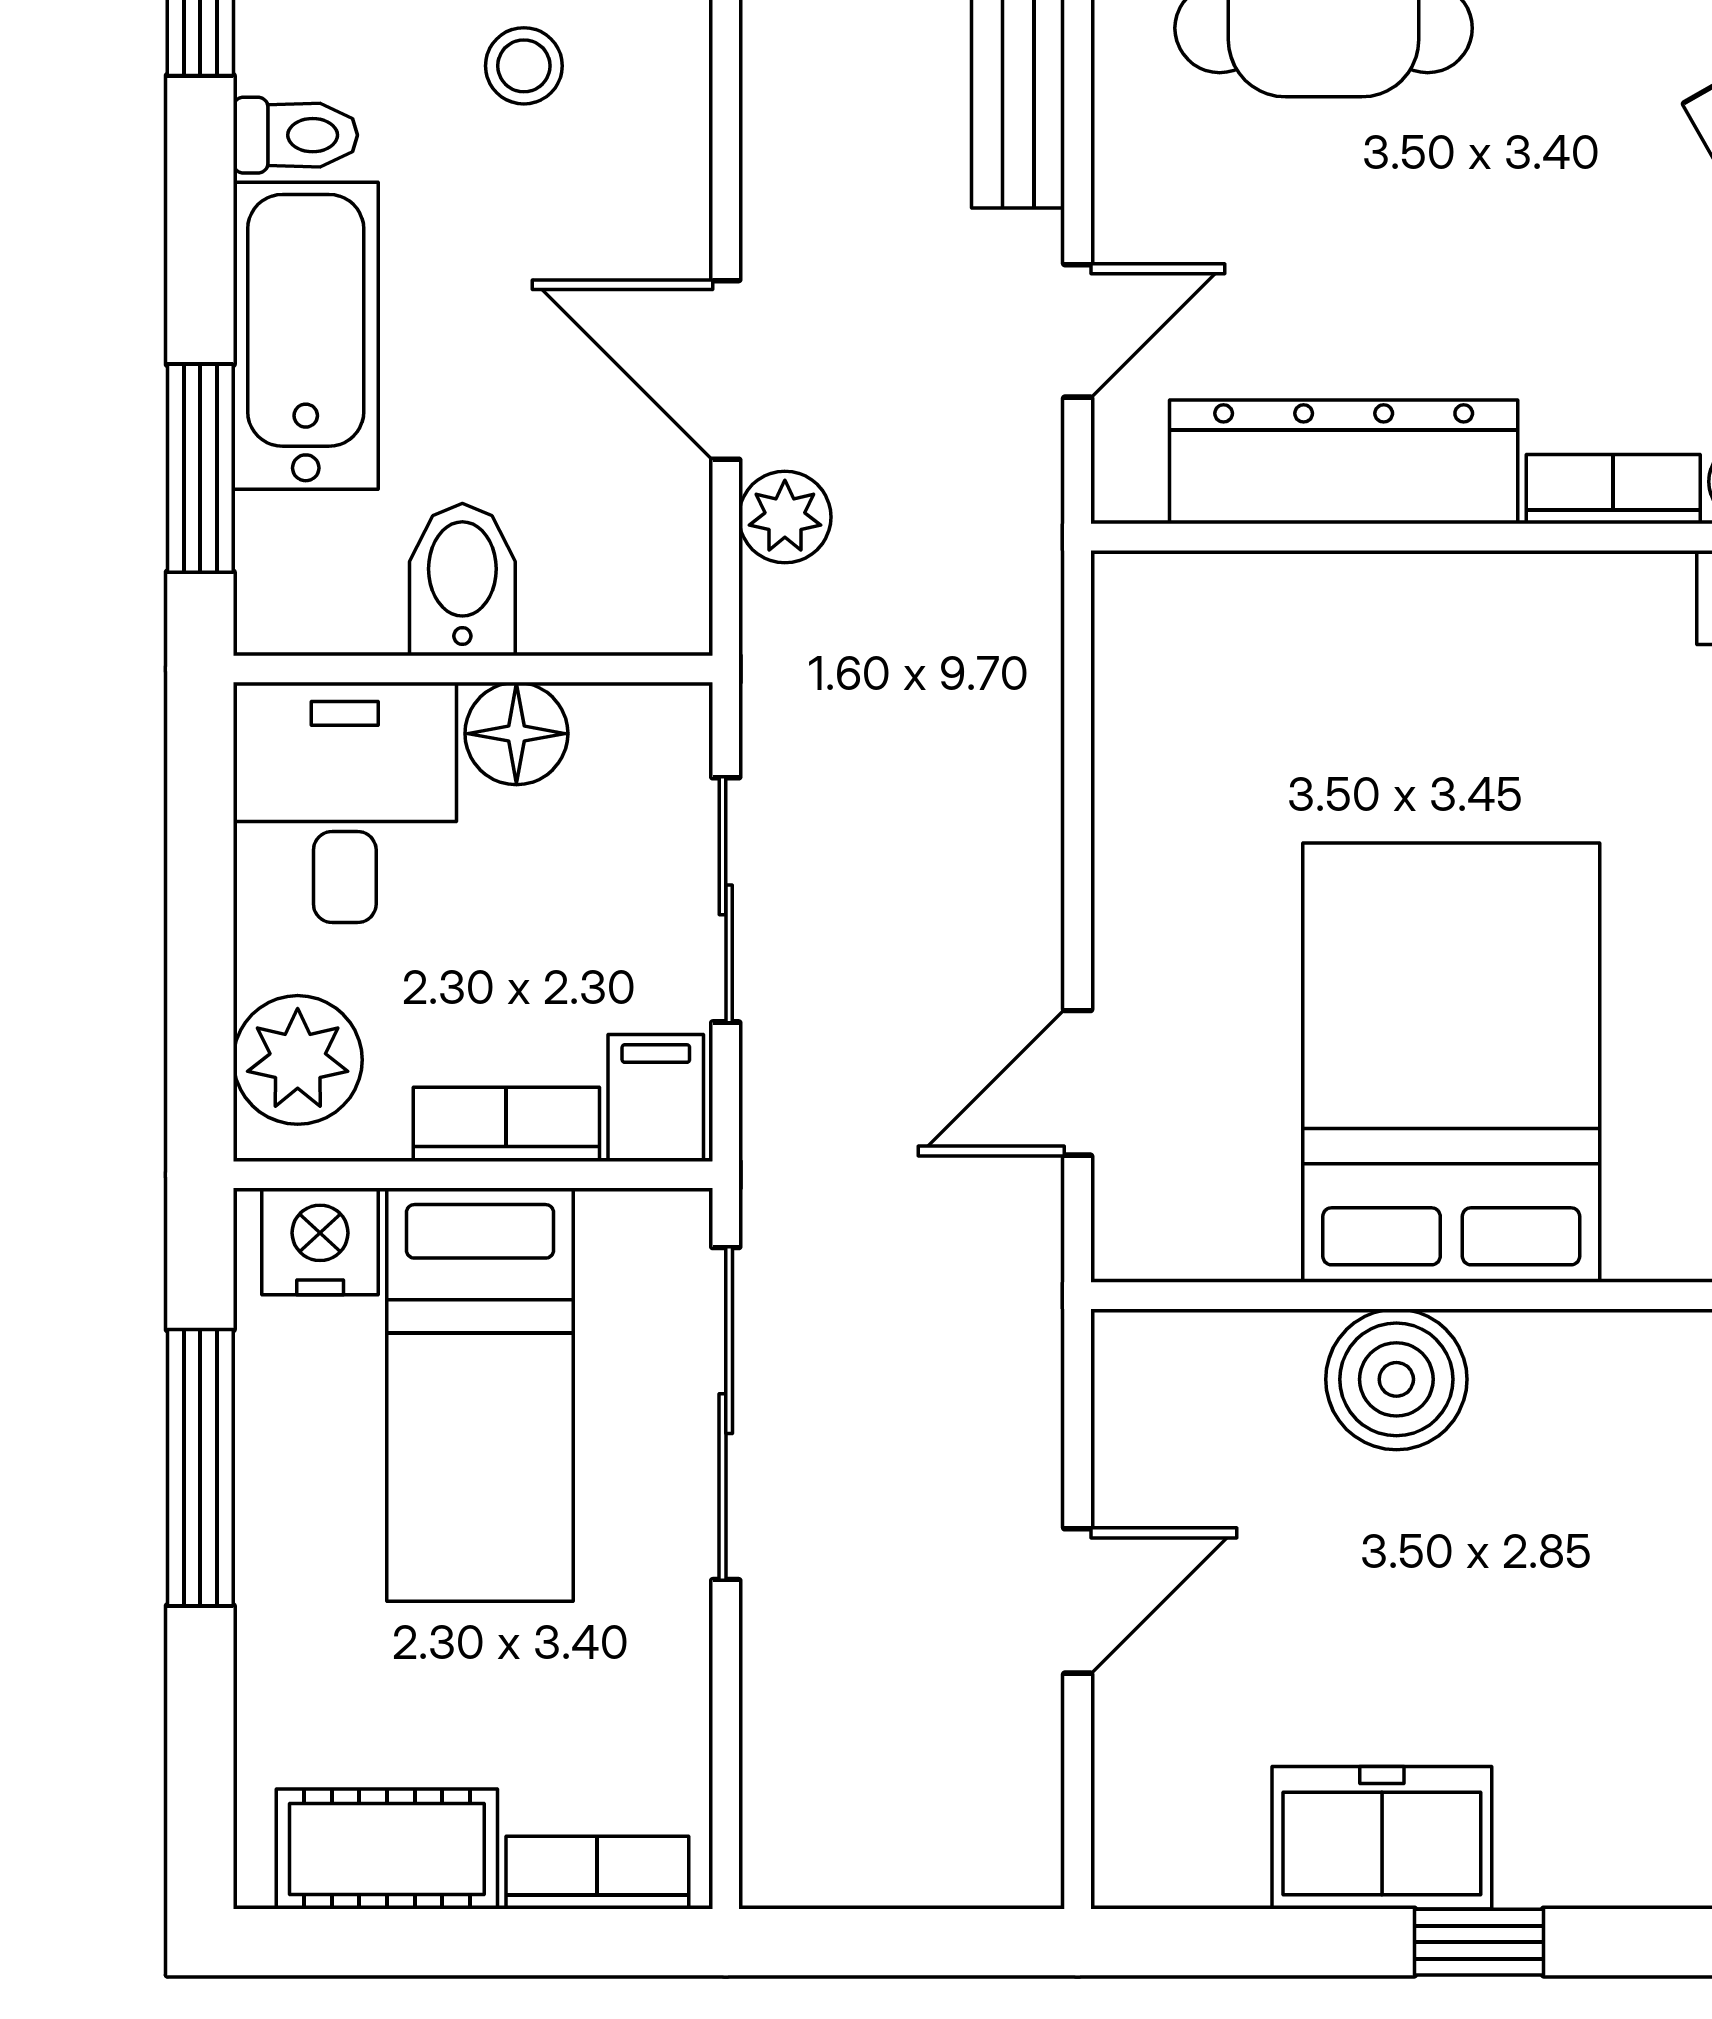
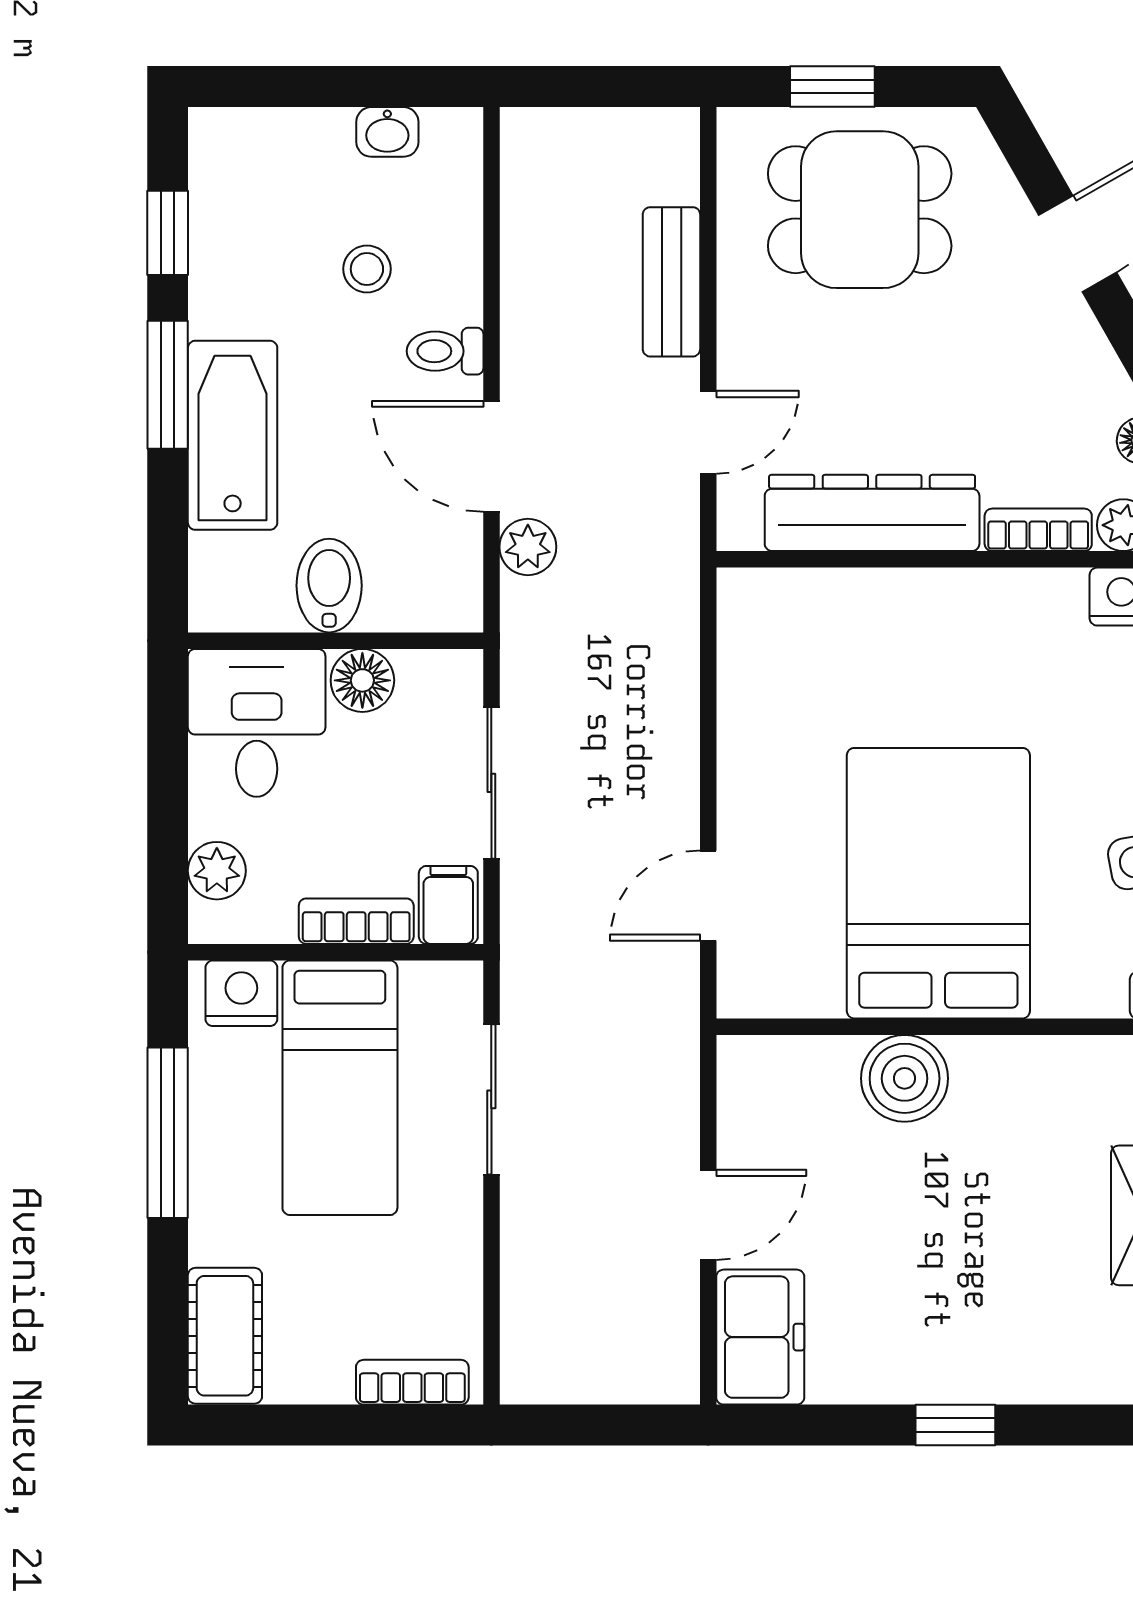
toilet: (295, 135) -> (445, 351), moved, turned 180
window: (200, 468) -> (168, 385), moved
plant: (298, 1060) -> (217, 871), width x0.73, depth x0.73
sliding door: (726, 1414) -> (491, 1099), width x0.73
freezer: (1382, 1838) -> (760, 1337), moved, turned 90
cot: (387, 1849) -> (225, 1336), moved, turned 90

